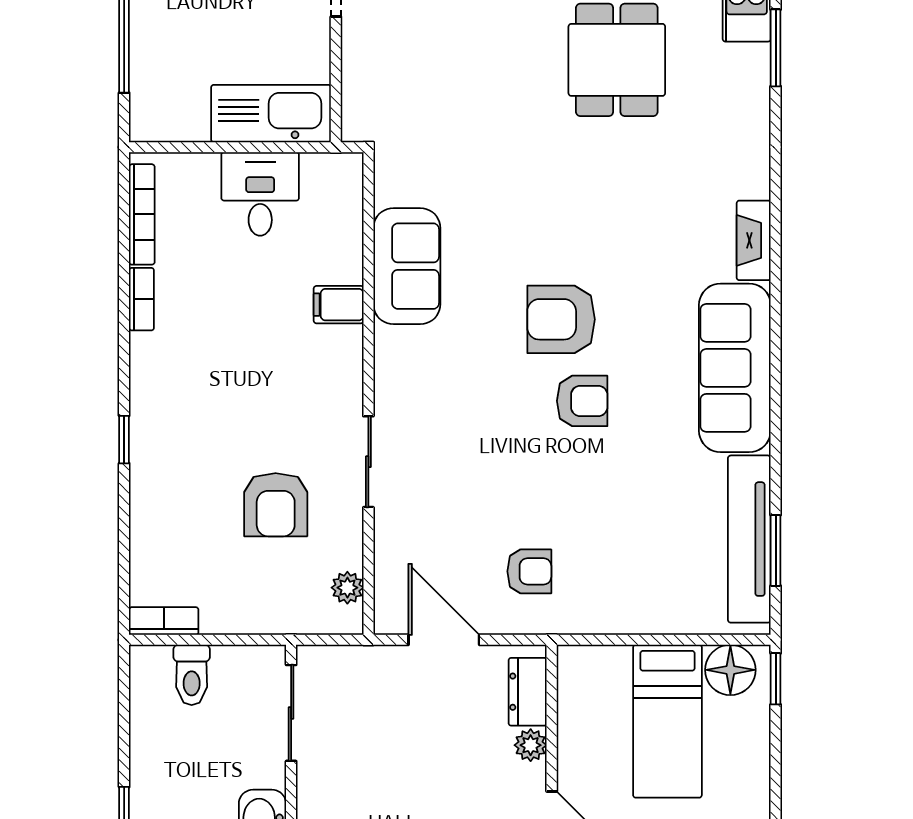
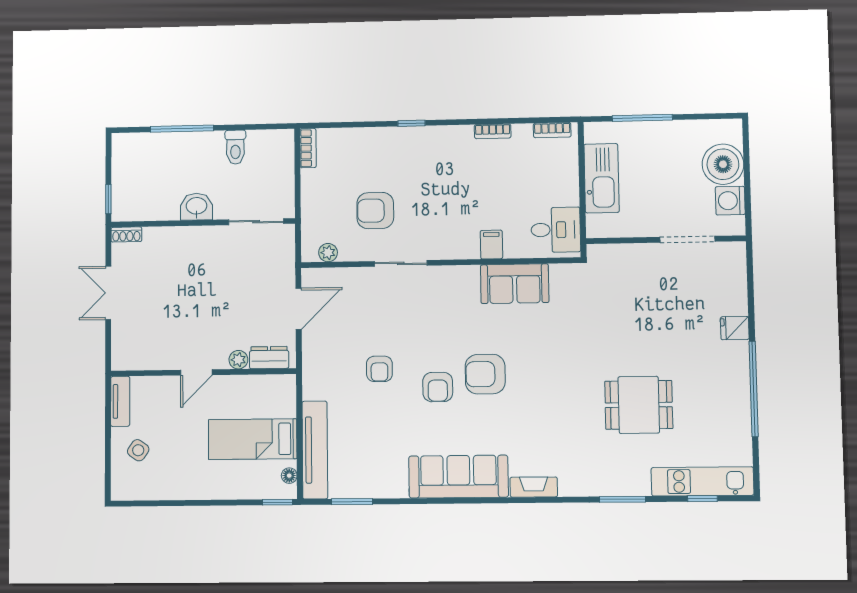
window: (776, 48) -> (622, 499), moved
kitchen sink: (271, 114) -> (602, 178), moved
desk: (260, 194) -> (556, 230), moved
bookcase: (142, 214) -> (552, 130), width x0.64
armchair: (561, 319) -> (485, 374), turned -90
tv unit: (749, 539) -> (315, 450), moved, turned 90
armchair: (529, 571) -> (379, 369), moved
floor lamp: (730, 670) -> (289, 476), width x0.53, depth x0.53
toilet: (192, 675) -> (235, 147), moved, turned -90

